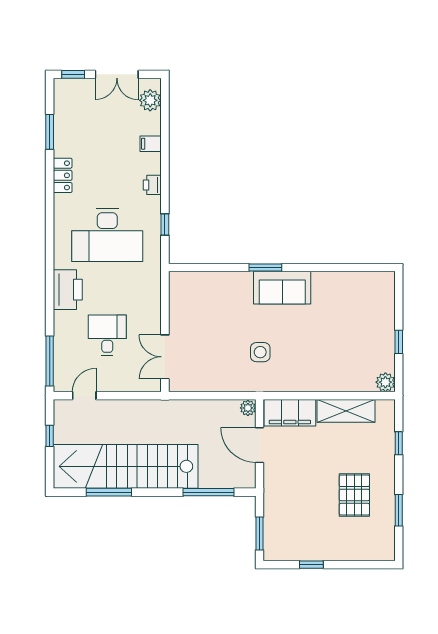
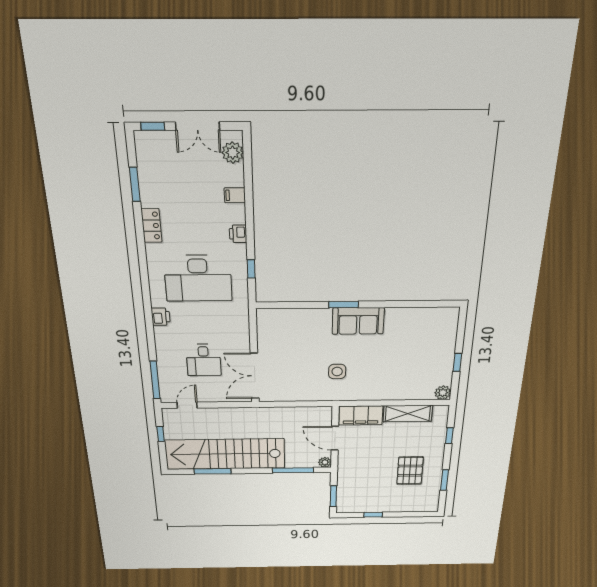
printer: (68, 290) -> (161, 317), width x0.53, depth x0.68
desk: (107, 335) -> (204, 360), turned 180
double door: (165, 357) -> (255, 376), width x1.37
plant: (248, 408) -> (325, 462), moved

